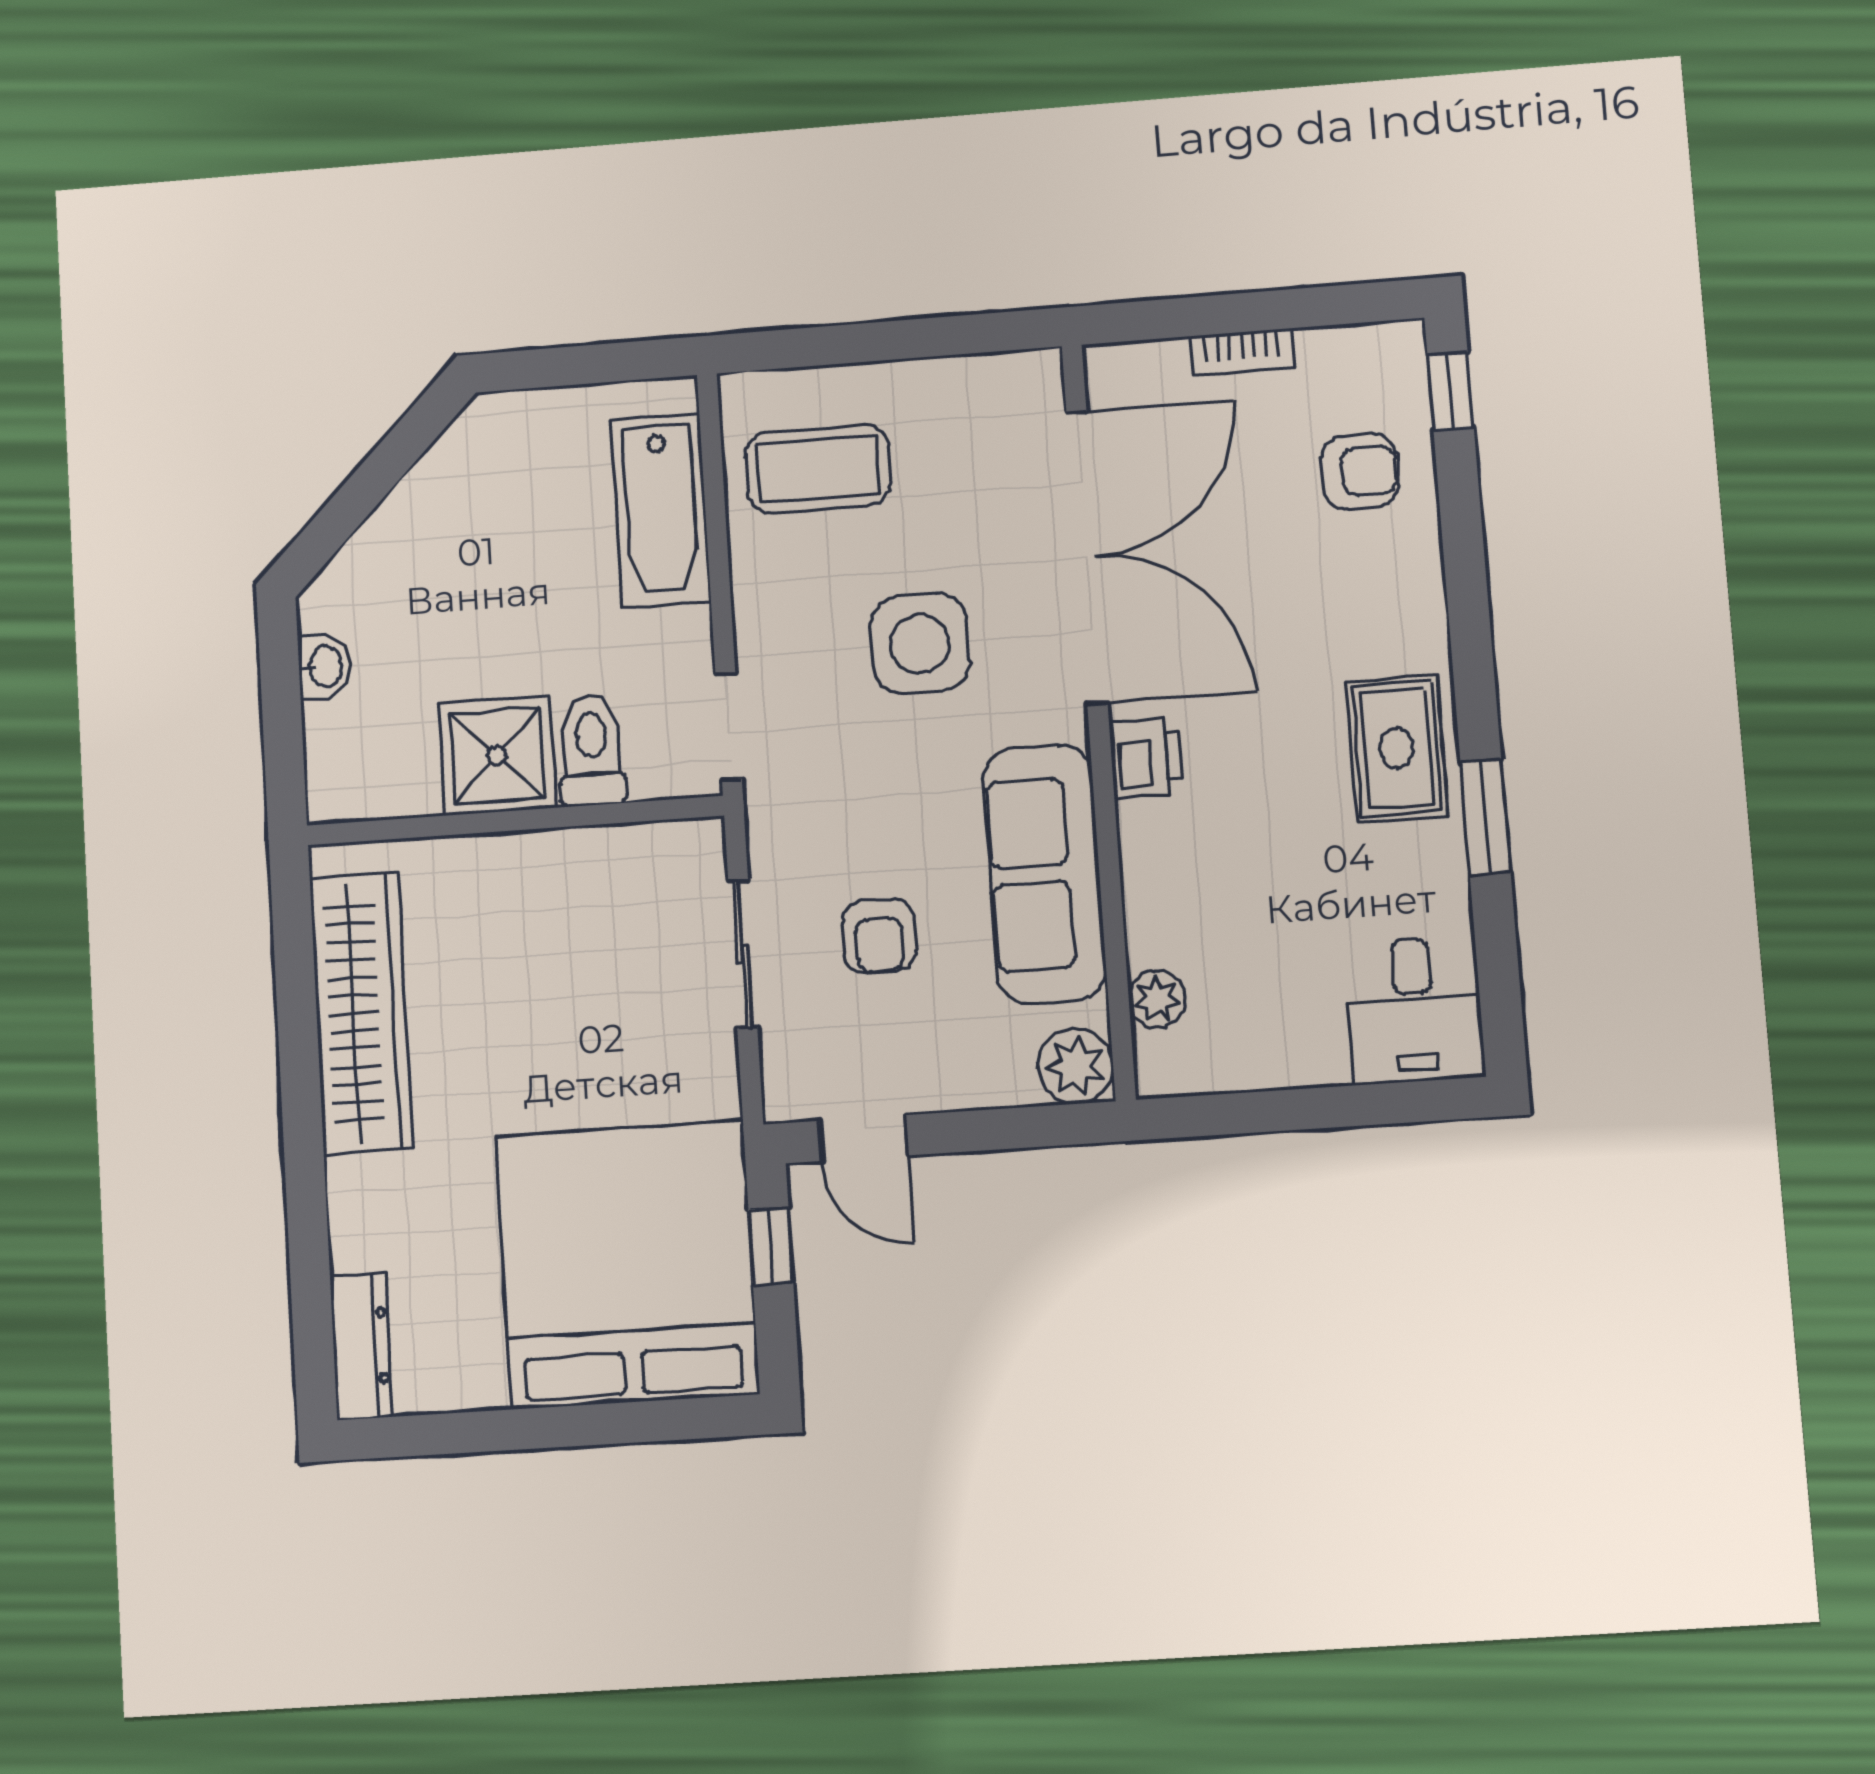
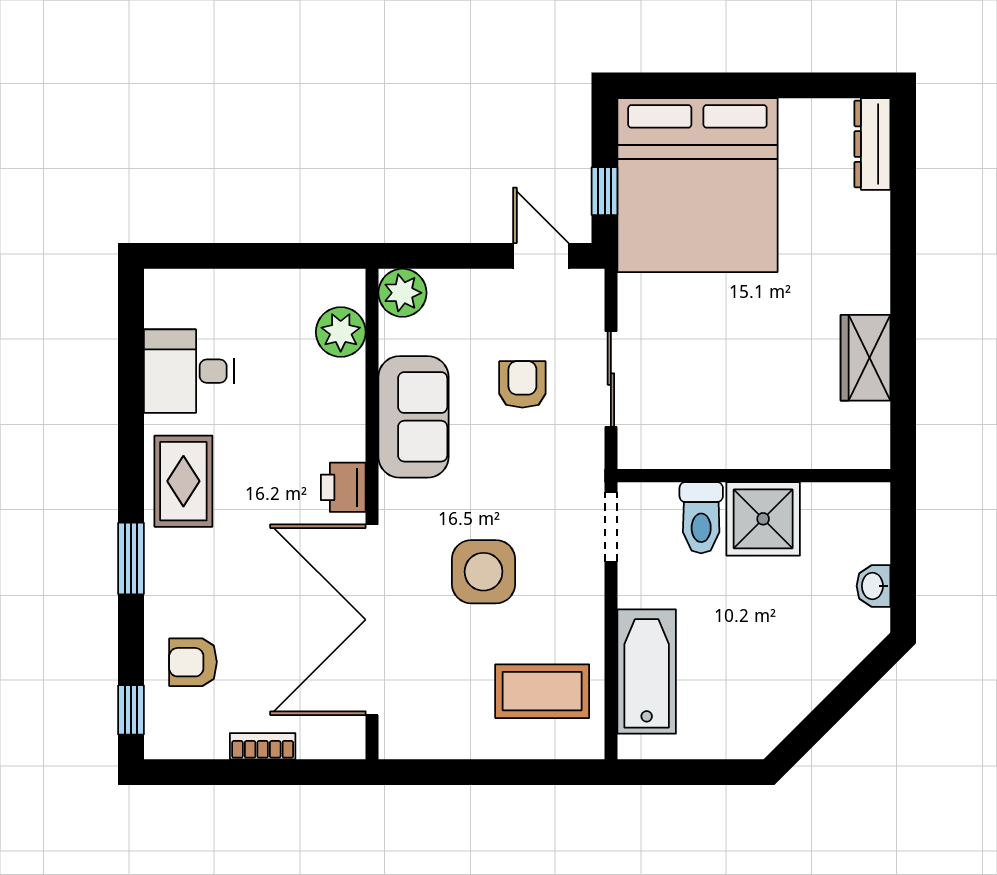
window: (1485, 817) -> (131, 558), moved
sofa: (1045, 874) -> (414, 417), width x0.73
plant: (1157, 999) -> (341, 332), width x1.38, depth x1.38
desk: (1414, 1010) -> (189, 371), moved, turned -90
wardrobe: (361, 1013) -> (865, 358), width x0.48, depth x0.85

